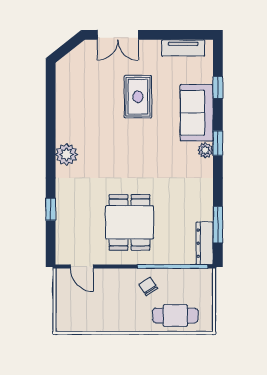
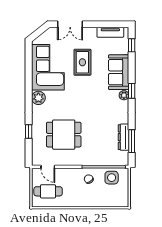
window: (218, 87) -> (132, 45), moved
corner sofa: (82, 105) -> (48, 67), added
dining table: (129, 222) -> (64, 135), moved, turned 90
dresser: (205, 243) -> (124, 137), moved
side table: (185, 284) -> (112, 178), added
cafe table: (175, 316) -> (48, 191), moved

